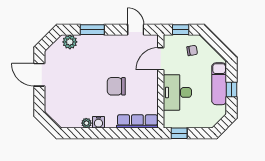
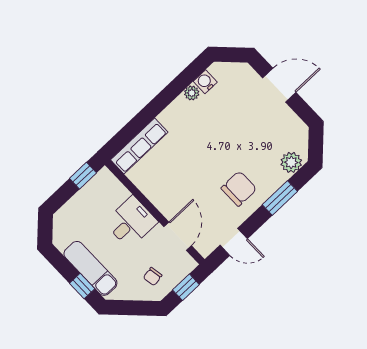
door: (39, 75) -> (279, 85), moved
chair: (116, 86) -> (239, 189), moved
window: (232, 89) -> (82, 286), moved
desk: (177, 92) -> (131, 222), width x0.73
water cooler: (98, 122) -> (205, 82), moved

